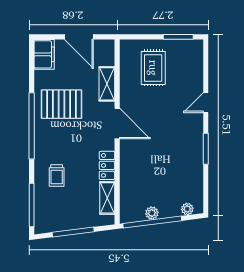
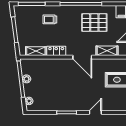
door: (206, 103) -> (95, 112), hinge flipped
pallet: (62, 104) -> (94, 23), turned 90
door: (117, 124) -> (82, 57), hinge flipped

